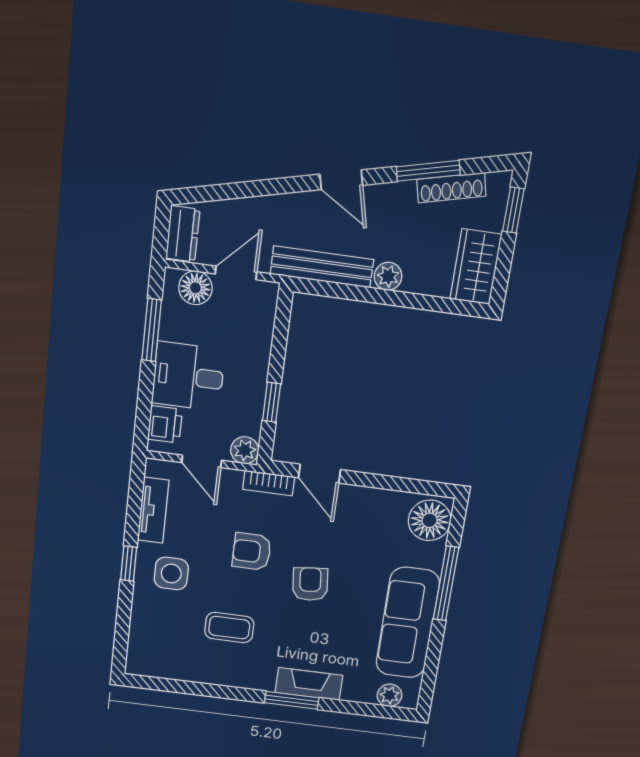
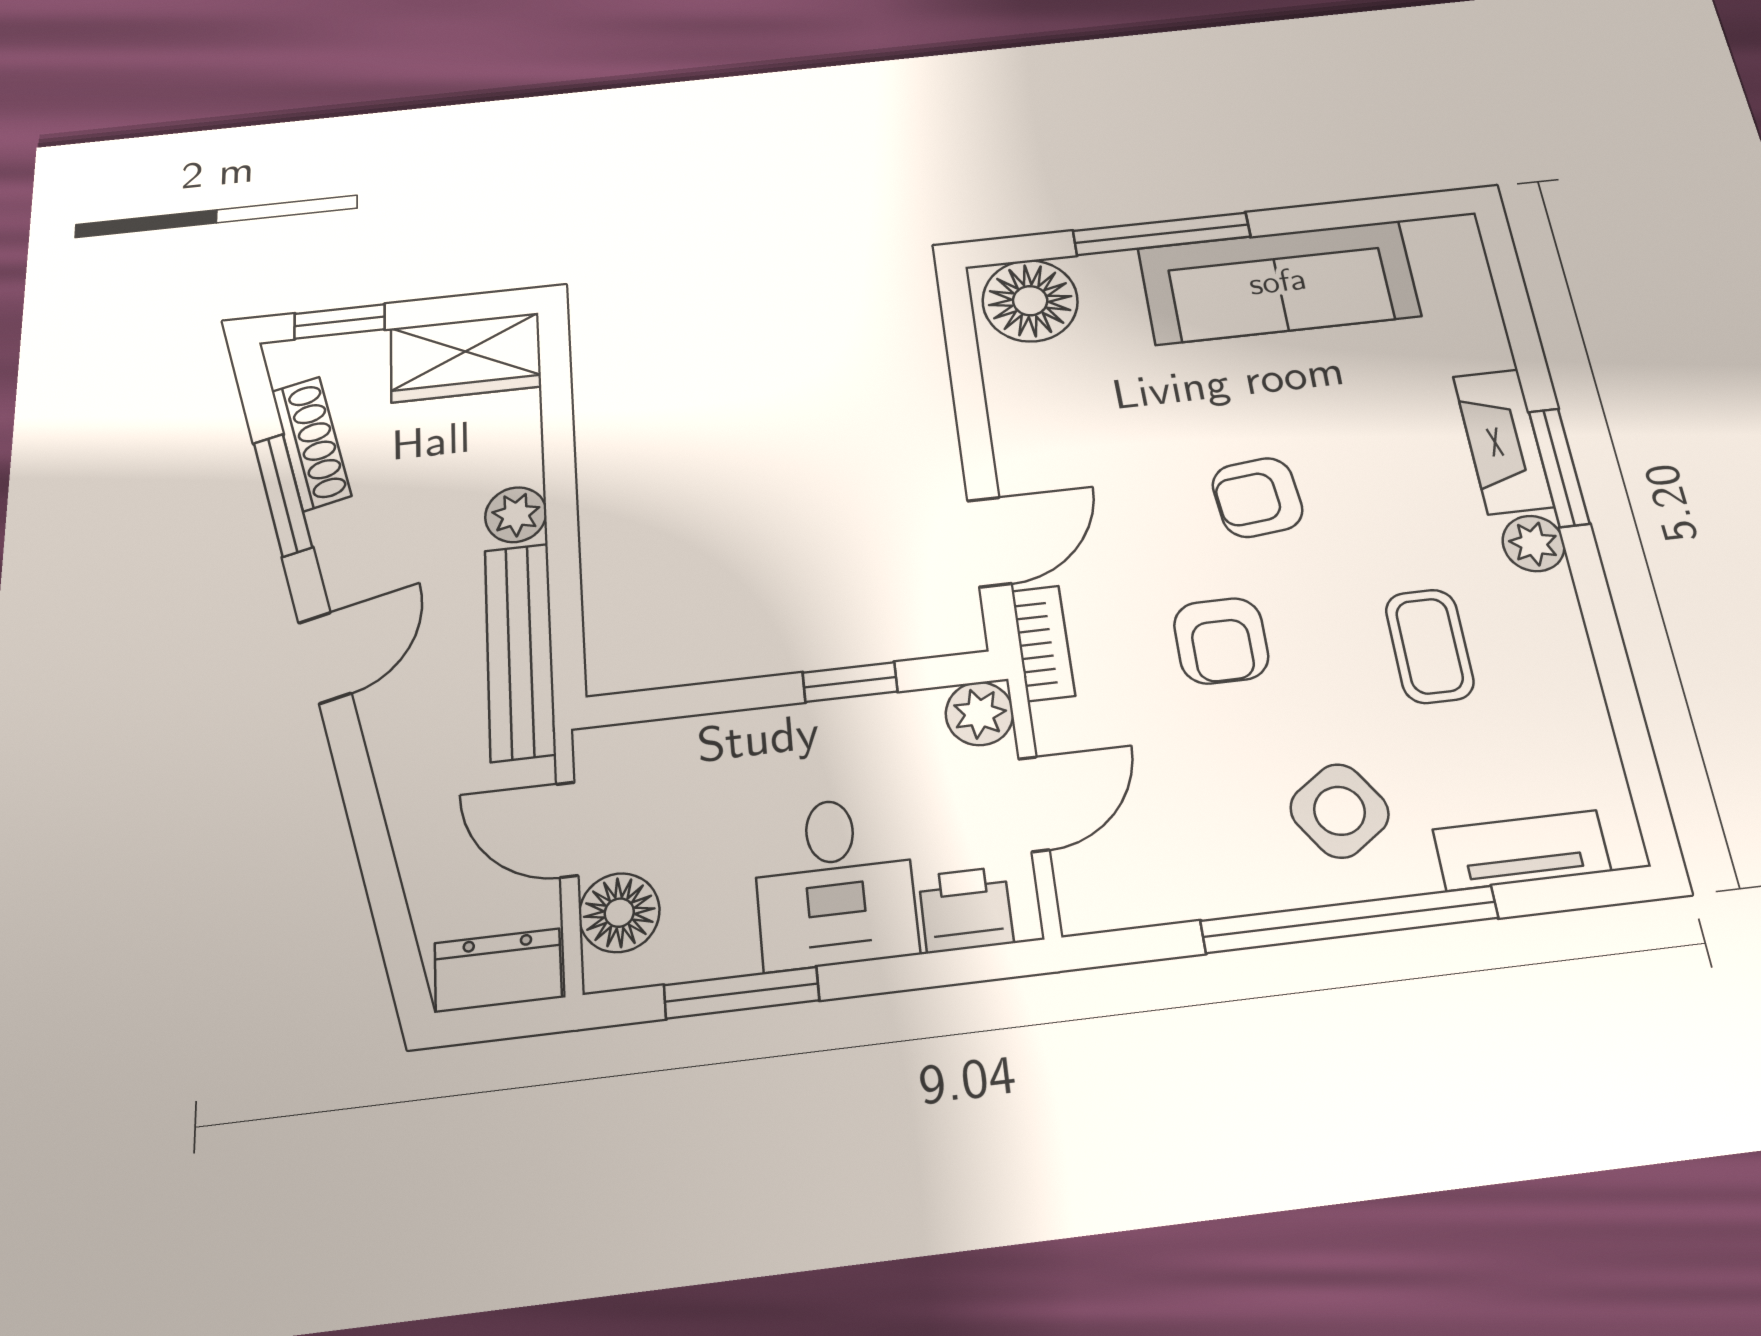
tv unit: (153, 510) -> (1522, 850), moved
window: (129, 564) -> (1349, 919), width x3.17
side table: (171, 573) -> (1340, 811), turned -34
plant: (390, 695) -> (1534, 543), moved

